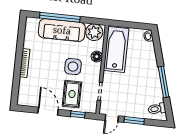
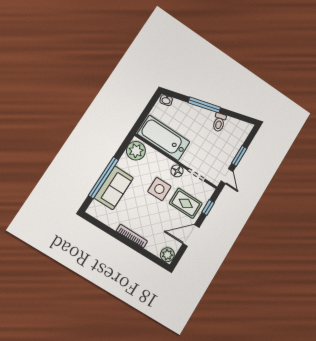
sofa: (62, 30) -> (114, 188), width x0.73
floor lamp: (97, 57) -> (177, 171), moved
window: (164, 82) -> (204, 105), moved
plant: (23, 99) -> (167, 255), added
toilet: (157, 109) -> (219, 122), moved

